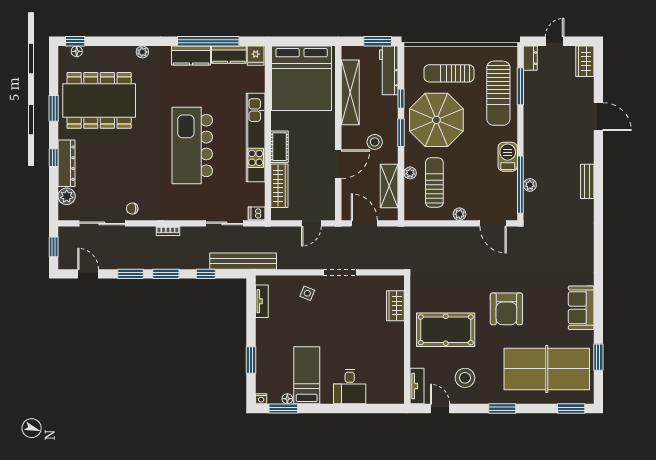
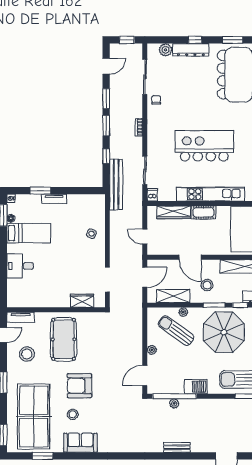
sun lounger: (434, 182) -> (176, 331), turned -144
doorway: (340, 272) -> (107, 280), moved
tv unit: (262, 301) -> (54, 199), moved
stool: (544, 318) -> (73, 414), added

